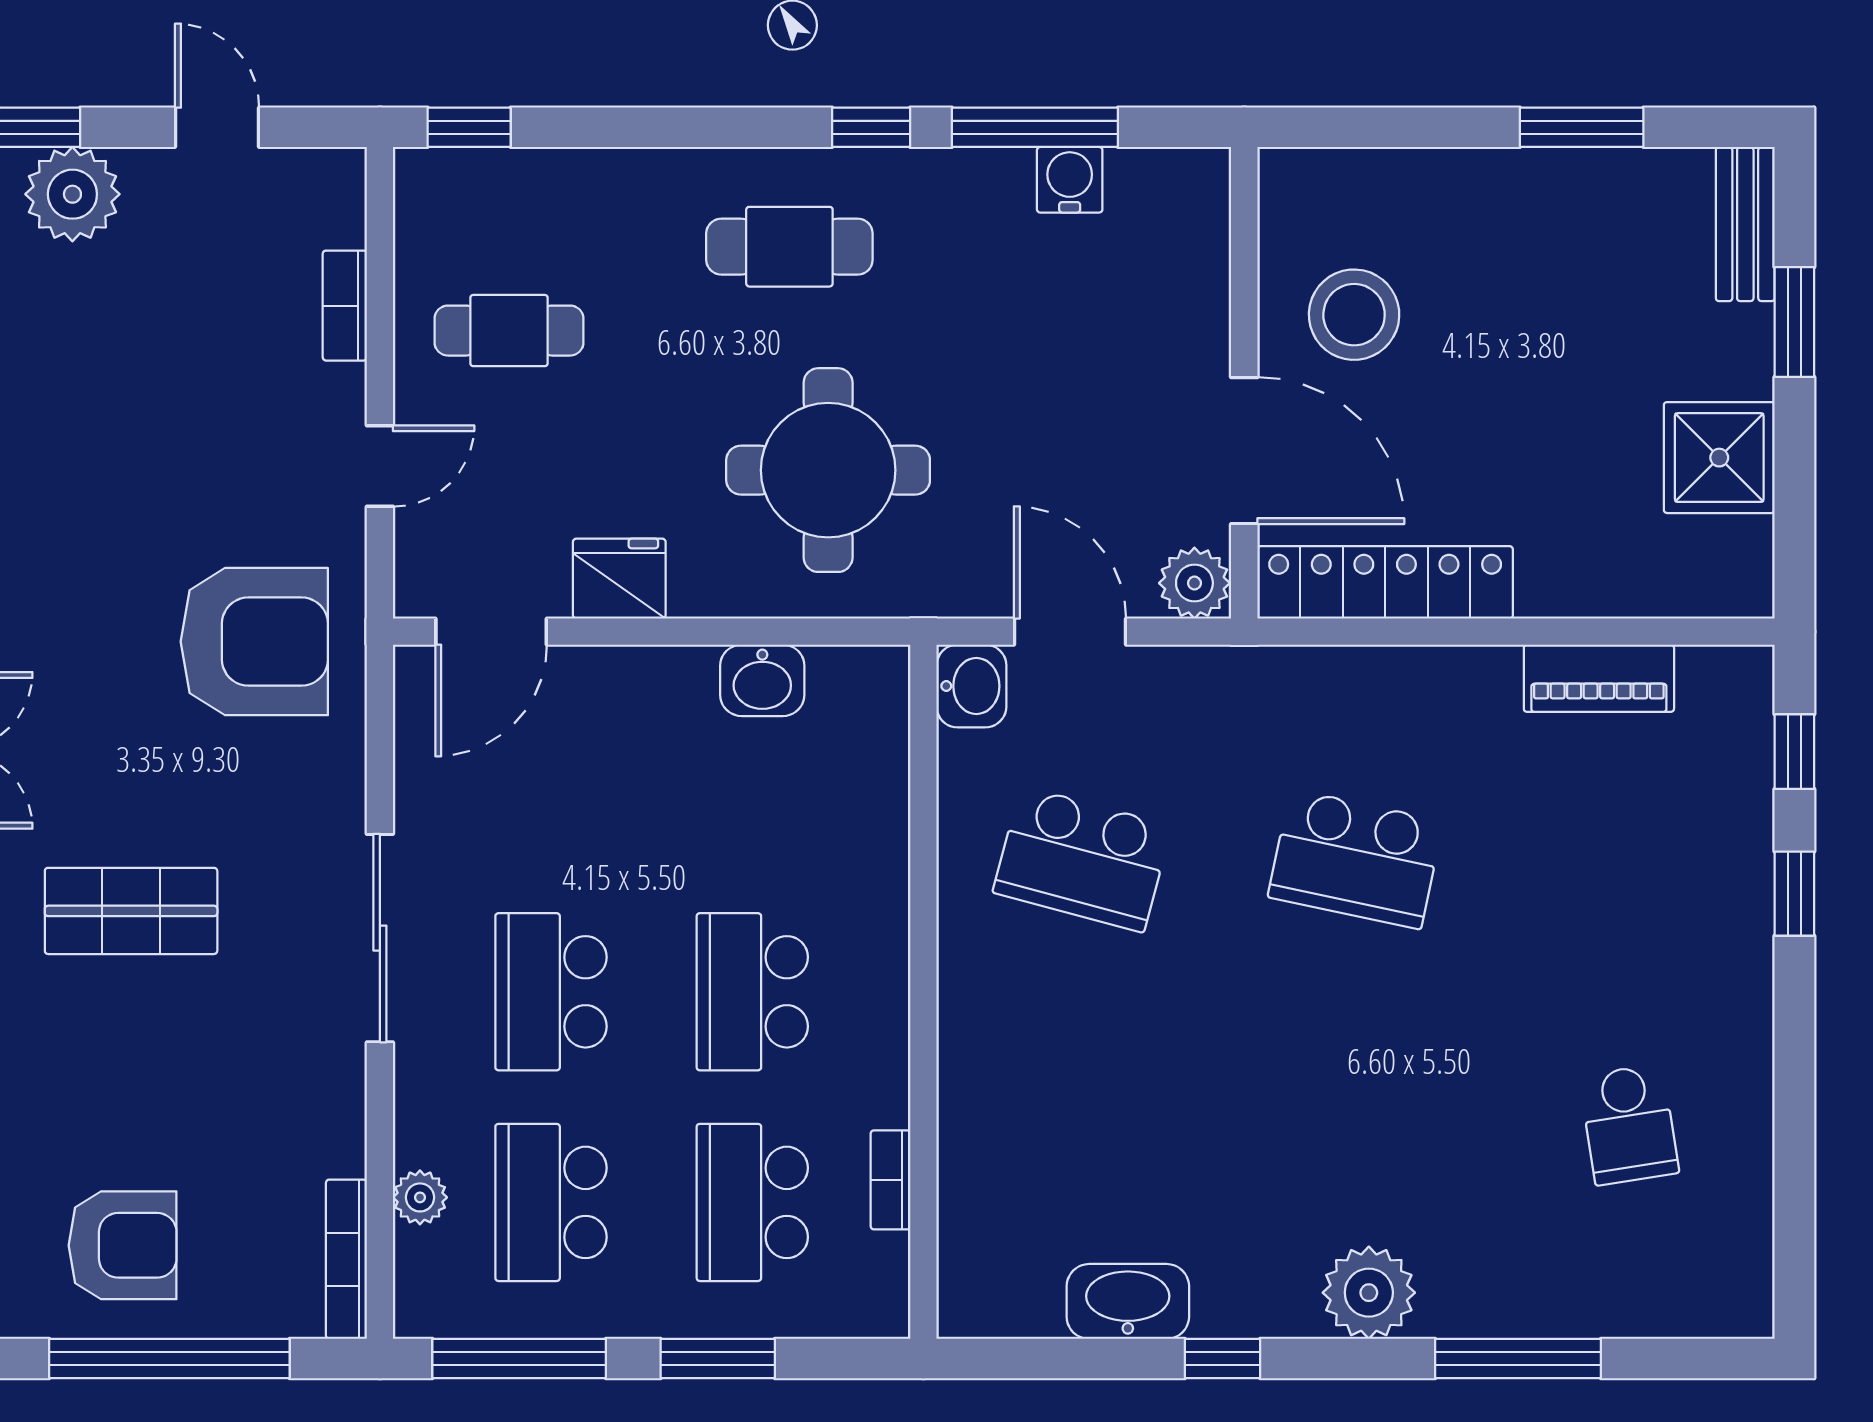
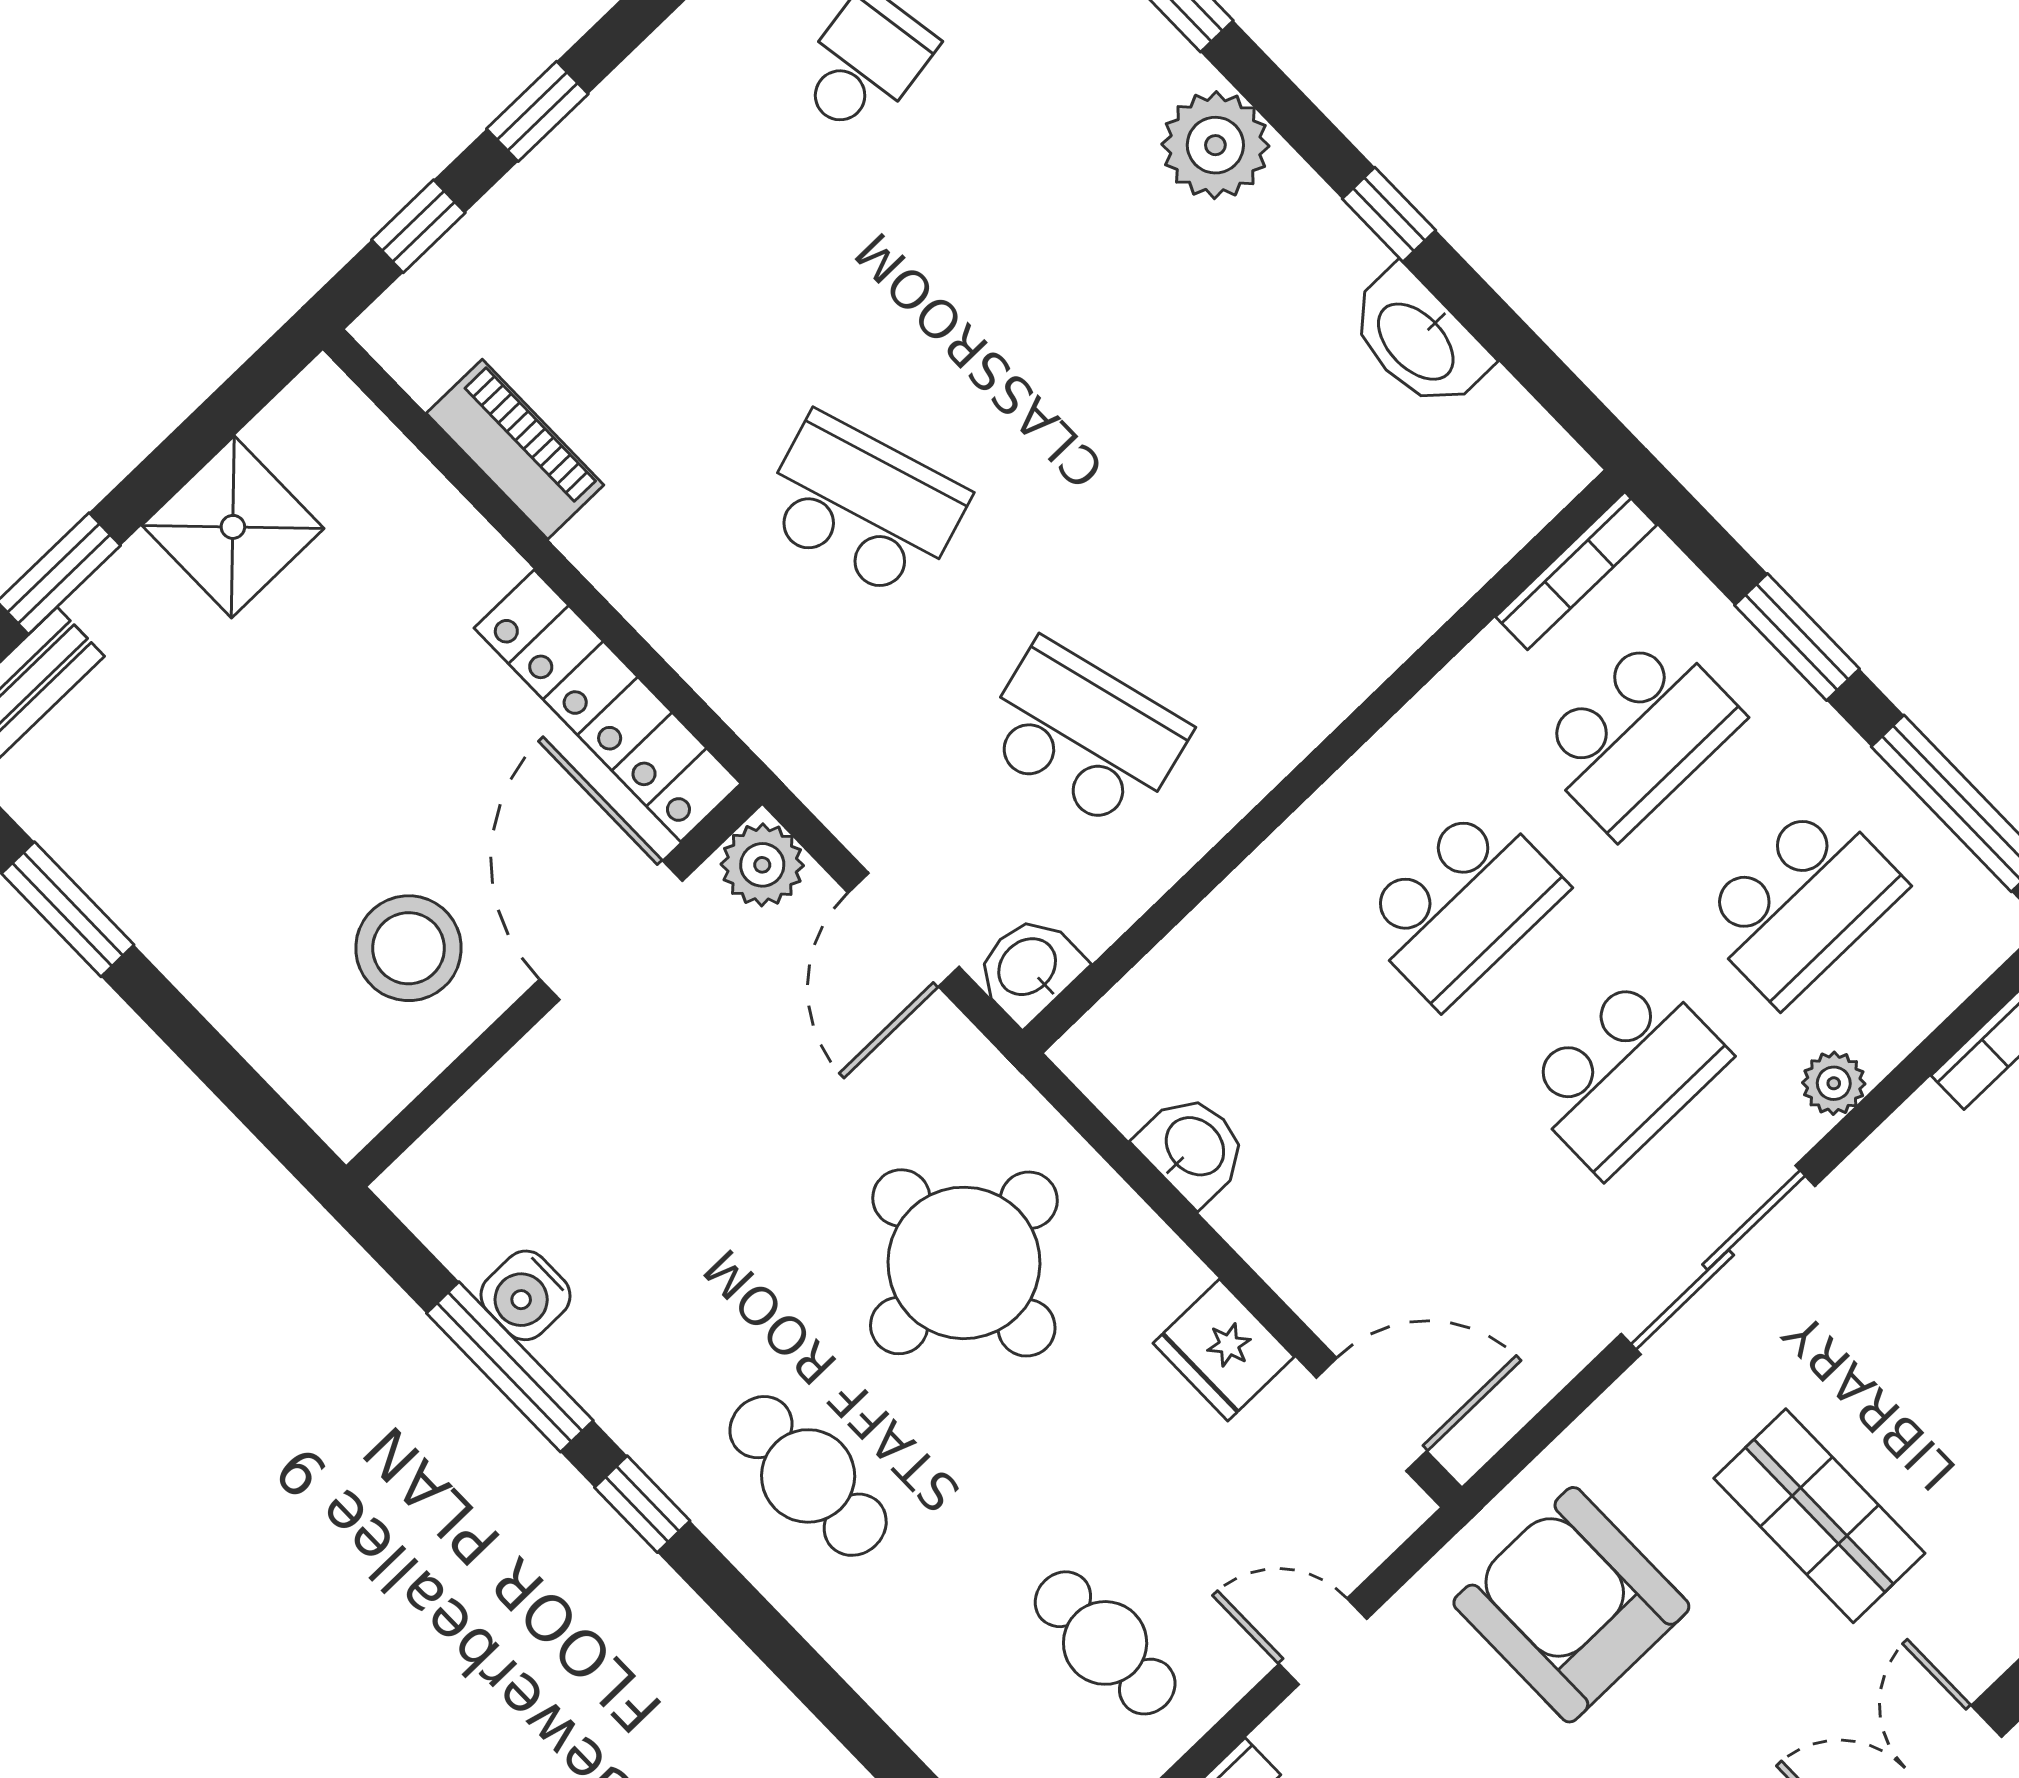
school desk: (1082, 859) -> (1084, 736), turned -30
school desk: (1356, 859) -> (863, 507), turned -30
shop shelf: (131, 911) -> (1819, 1516), moved
bookcase: (890, 1180) -> (1576, 571), moved, width x1.56
plant: (420, 1197) -> (1834, 1083), moved

